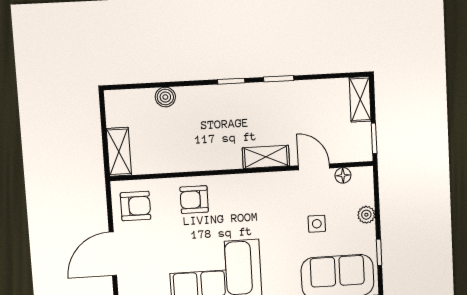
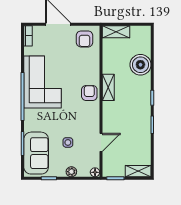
boiler: (165, 97) -> (140, 65), width x1.86, depth x1.86
shelving: (266, 157) -> (108, 87), moved
floor lamp: (343, 175) -> (95, 172), moved
armchair: (194, 200) -> (89, 93), moved

